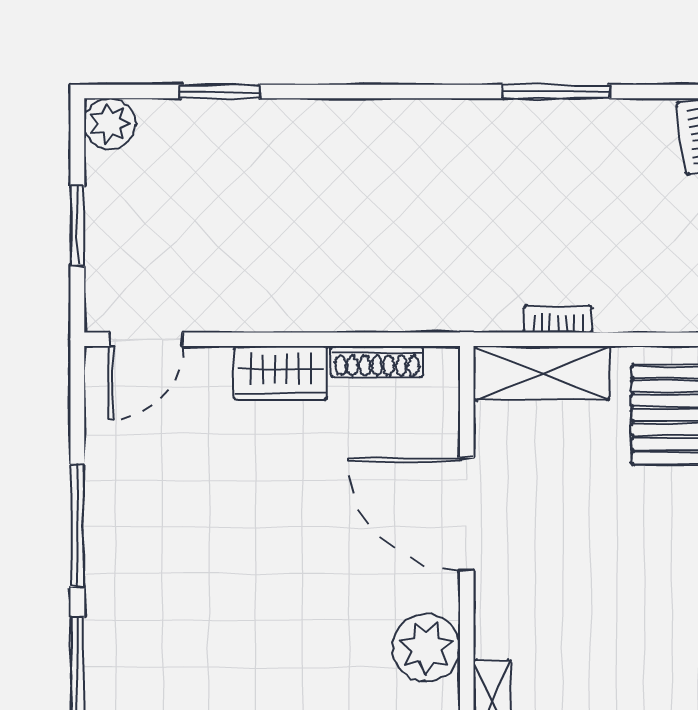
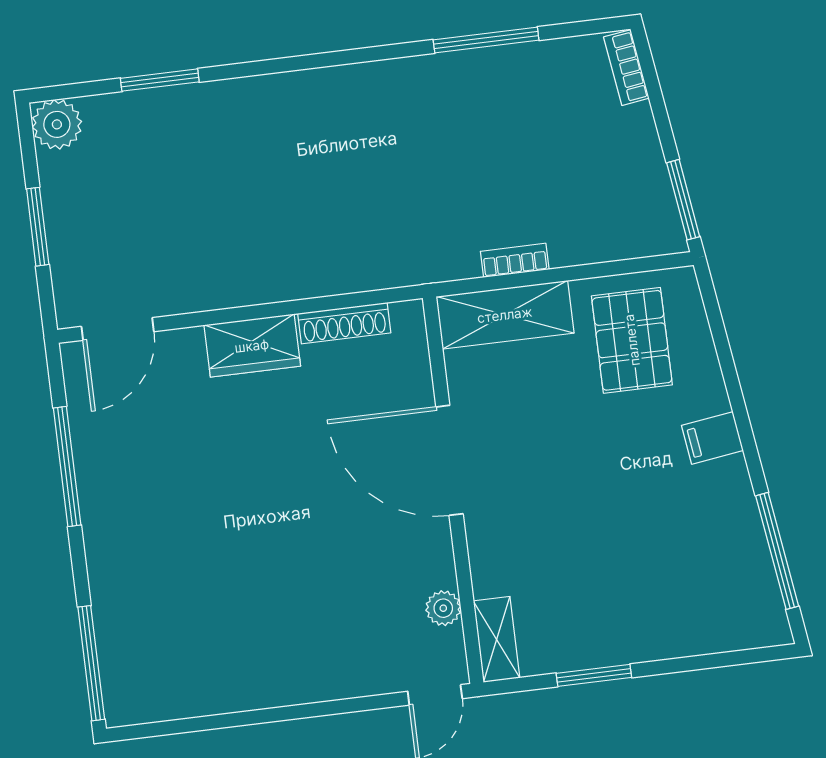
window: (77, 526) -> (67, 466), moved
plant: (426, 648) -> (443, 608), width x0.53, depth x0.53

